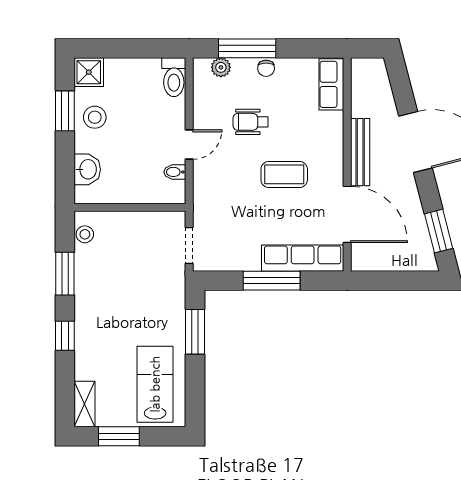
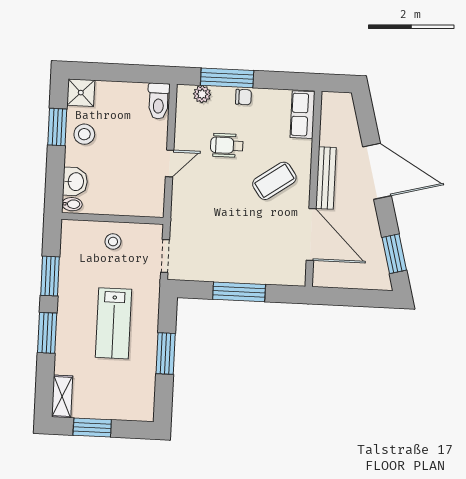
chair: (266, 68) -> (243, 97), turned -90
bidet: (175, 172) -> (72, 204), moved, turned 180
coffee table: (284, 174) -> (274, 181), moved, turned -35
stool: (85, 234) -> (113, 242), moved
row of seats: (303, 258) -> (268, 273), removed
window: (195, 332) -> (166, 353), moved
window: (65, 336) -> (47, 333), width x1.50
lab bench: (155, 384) -> (114, 323), moved, turned 180

